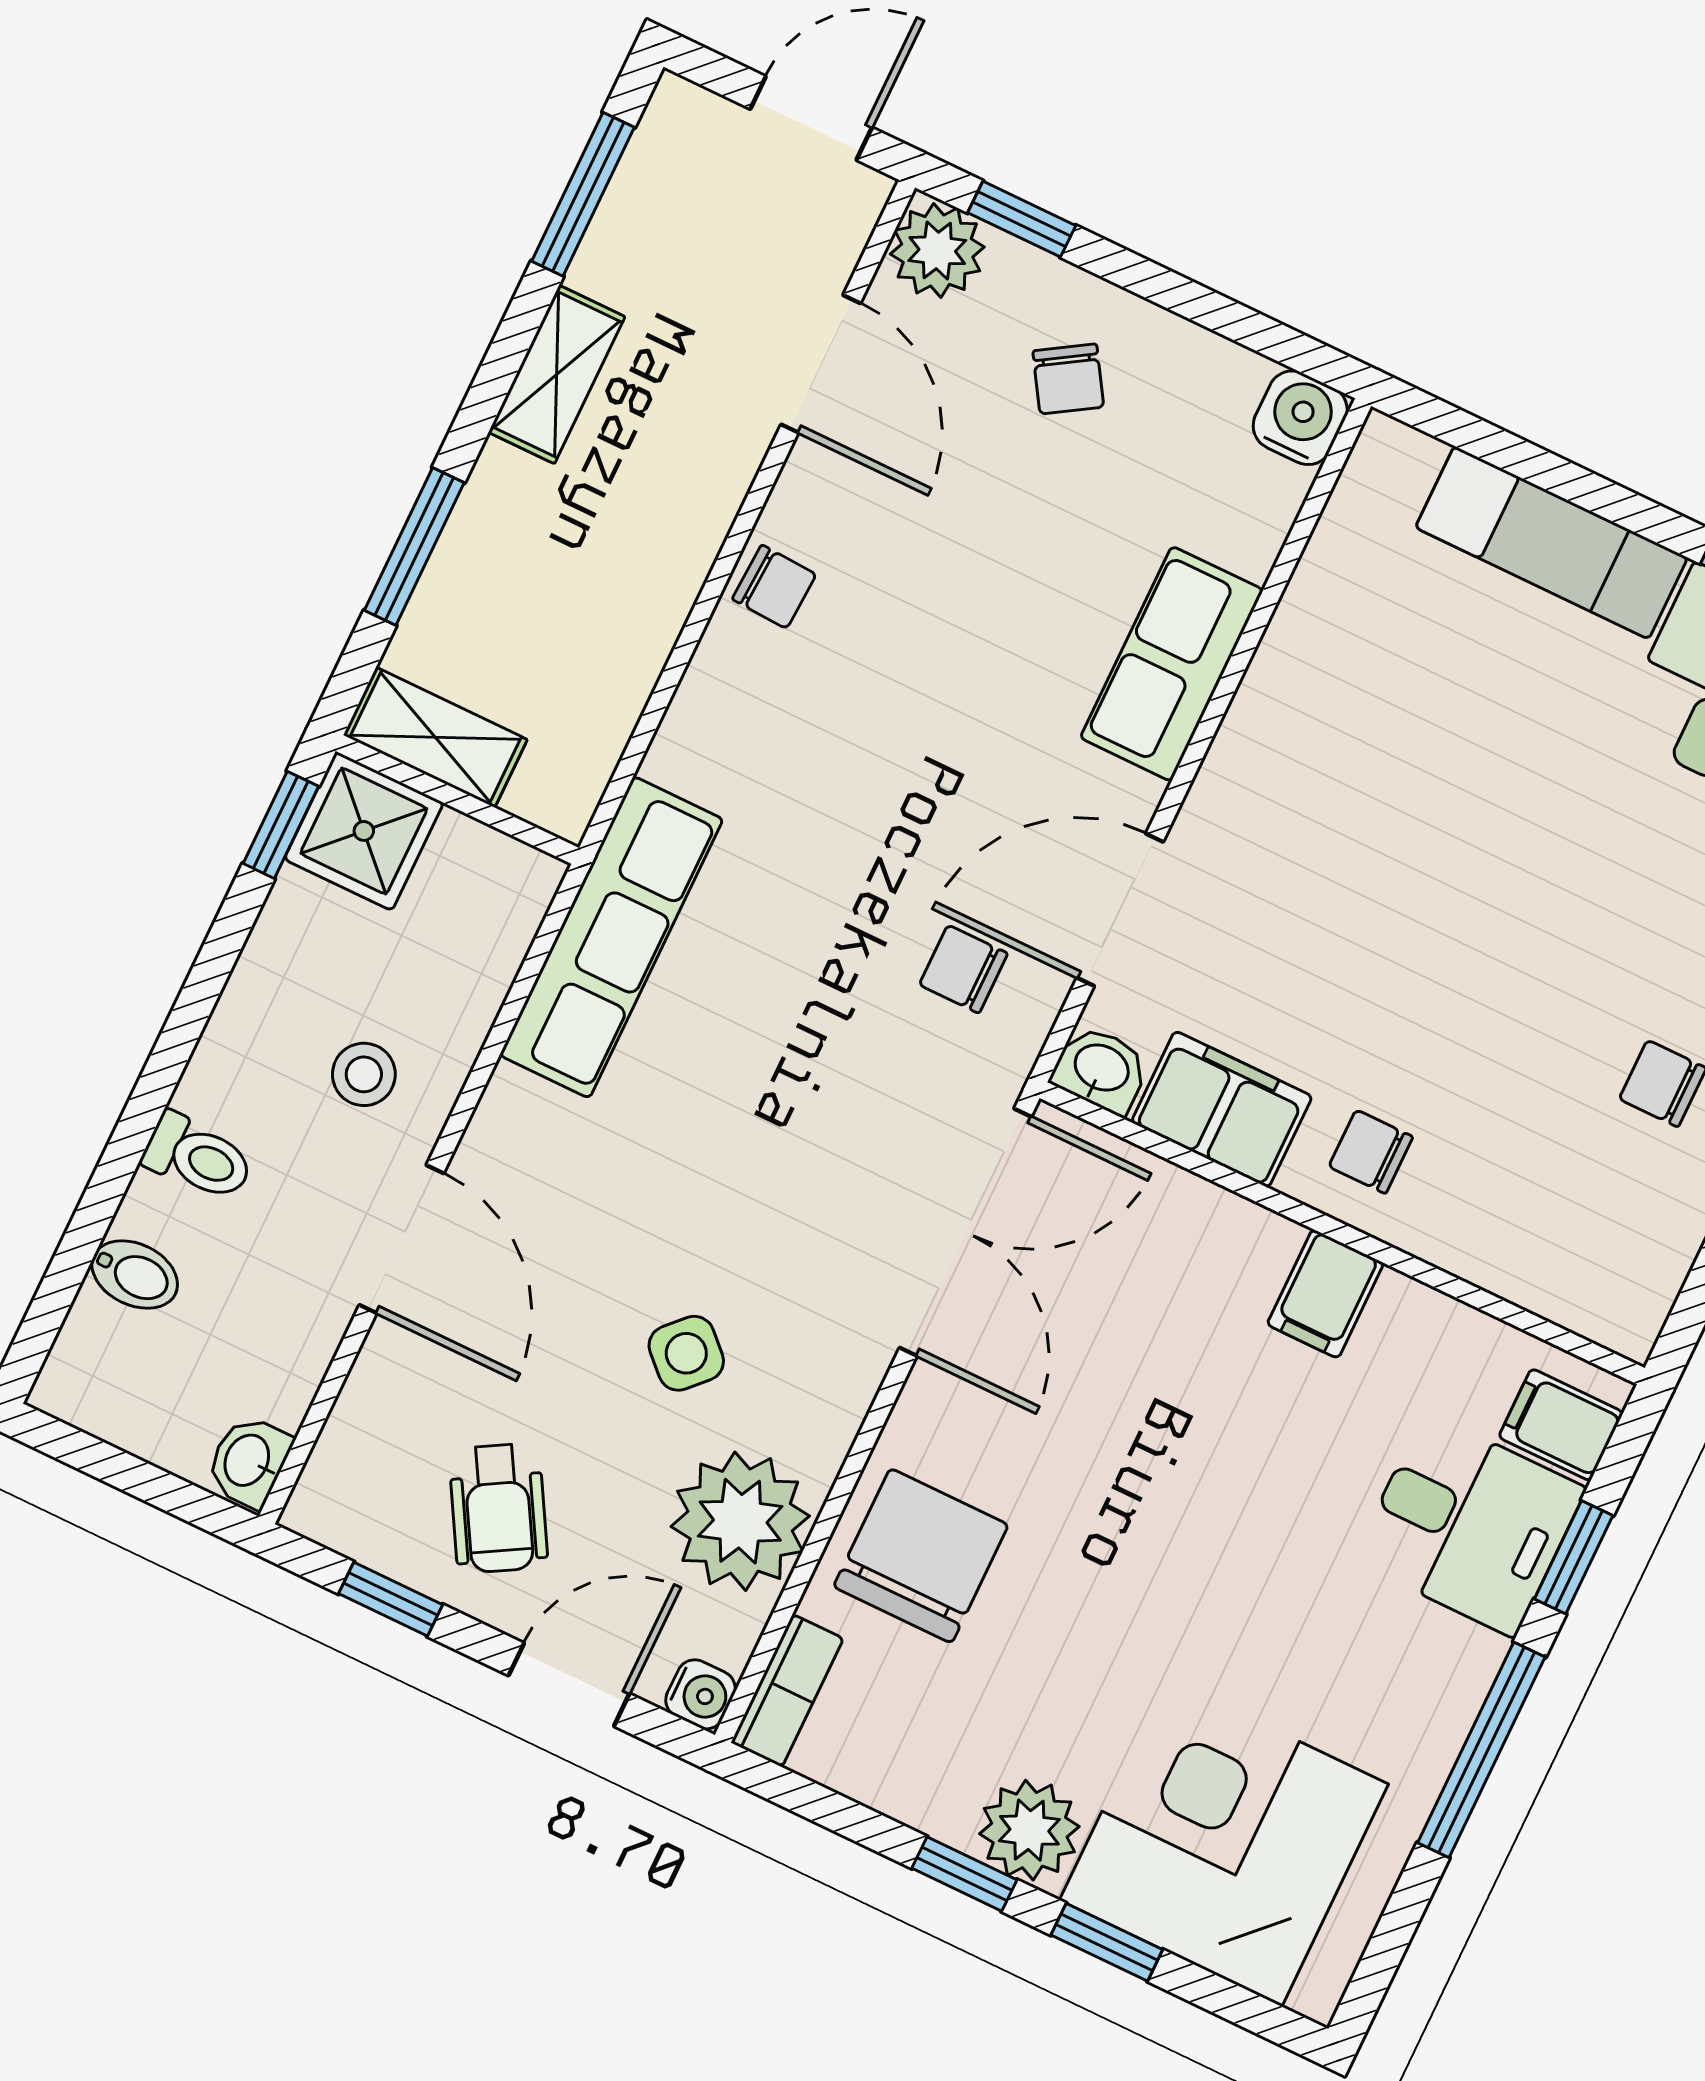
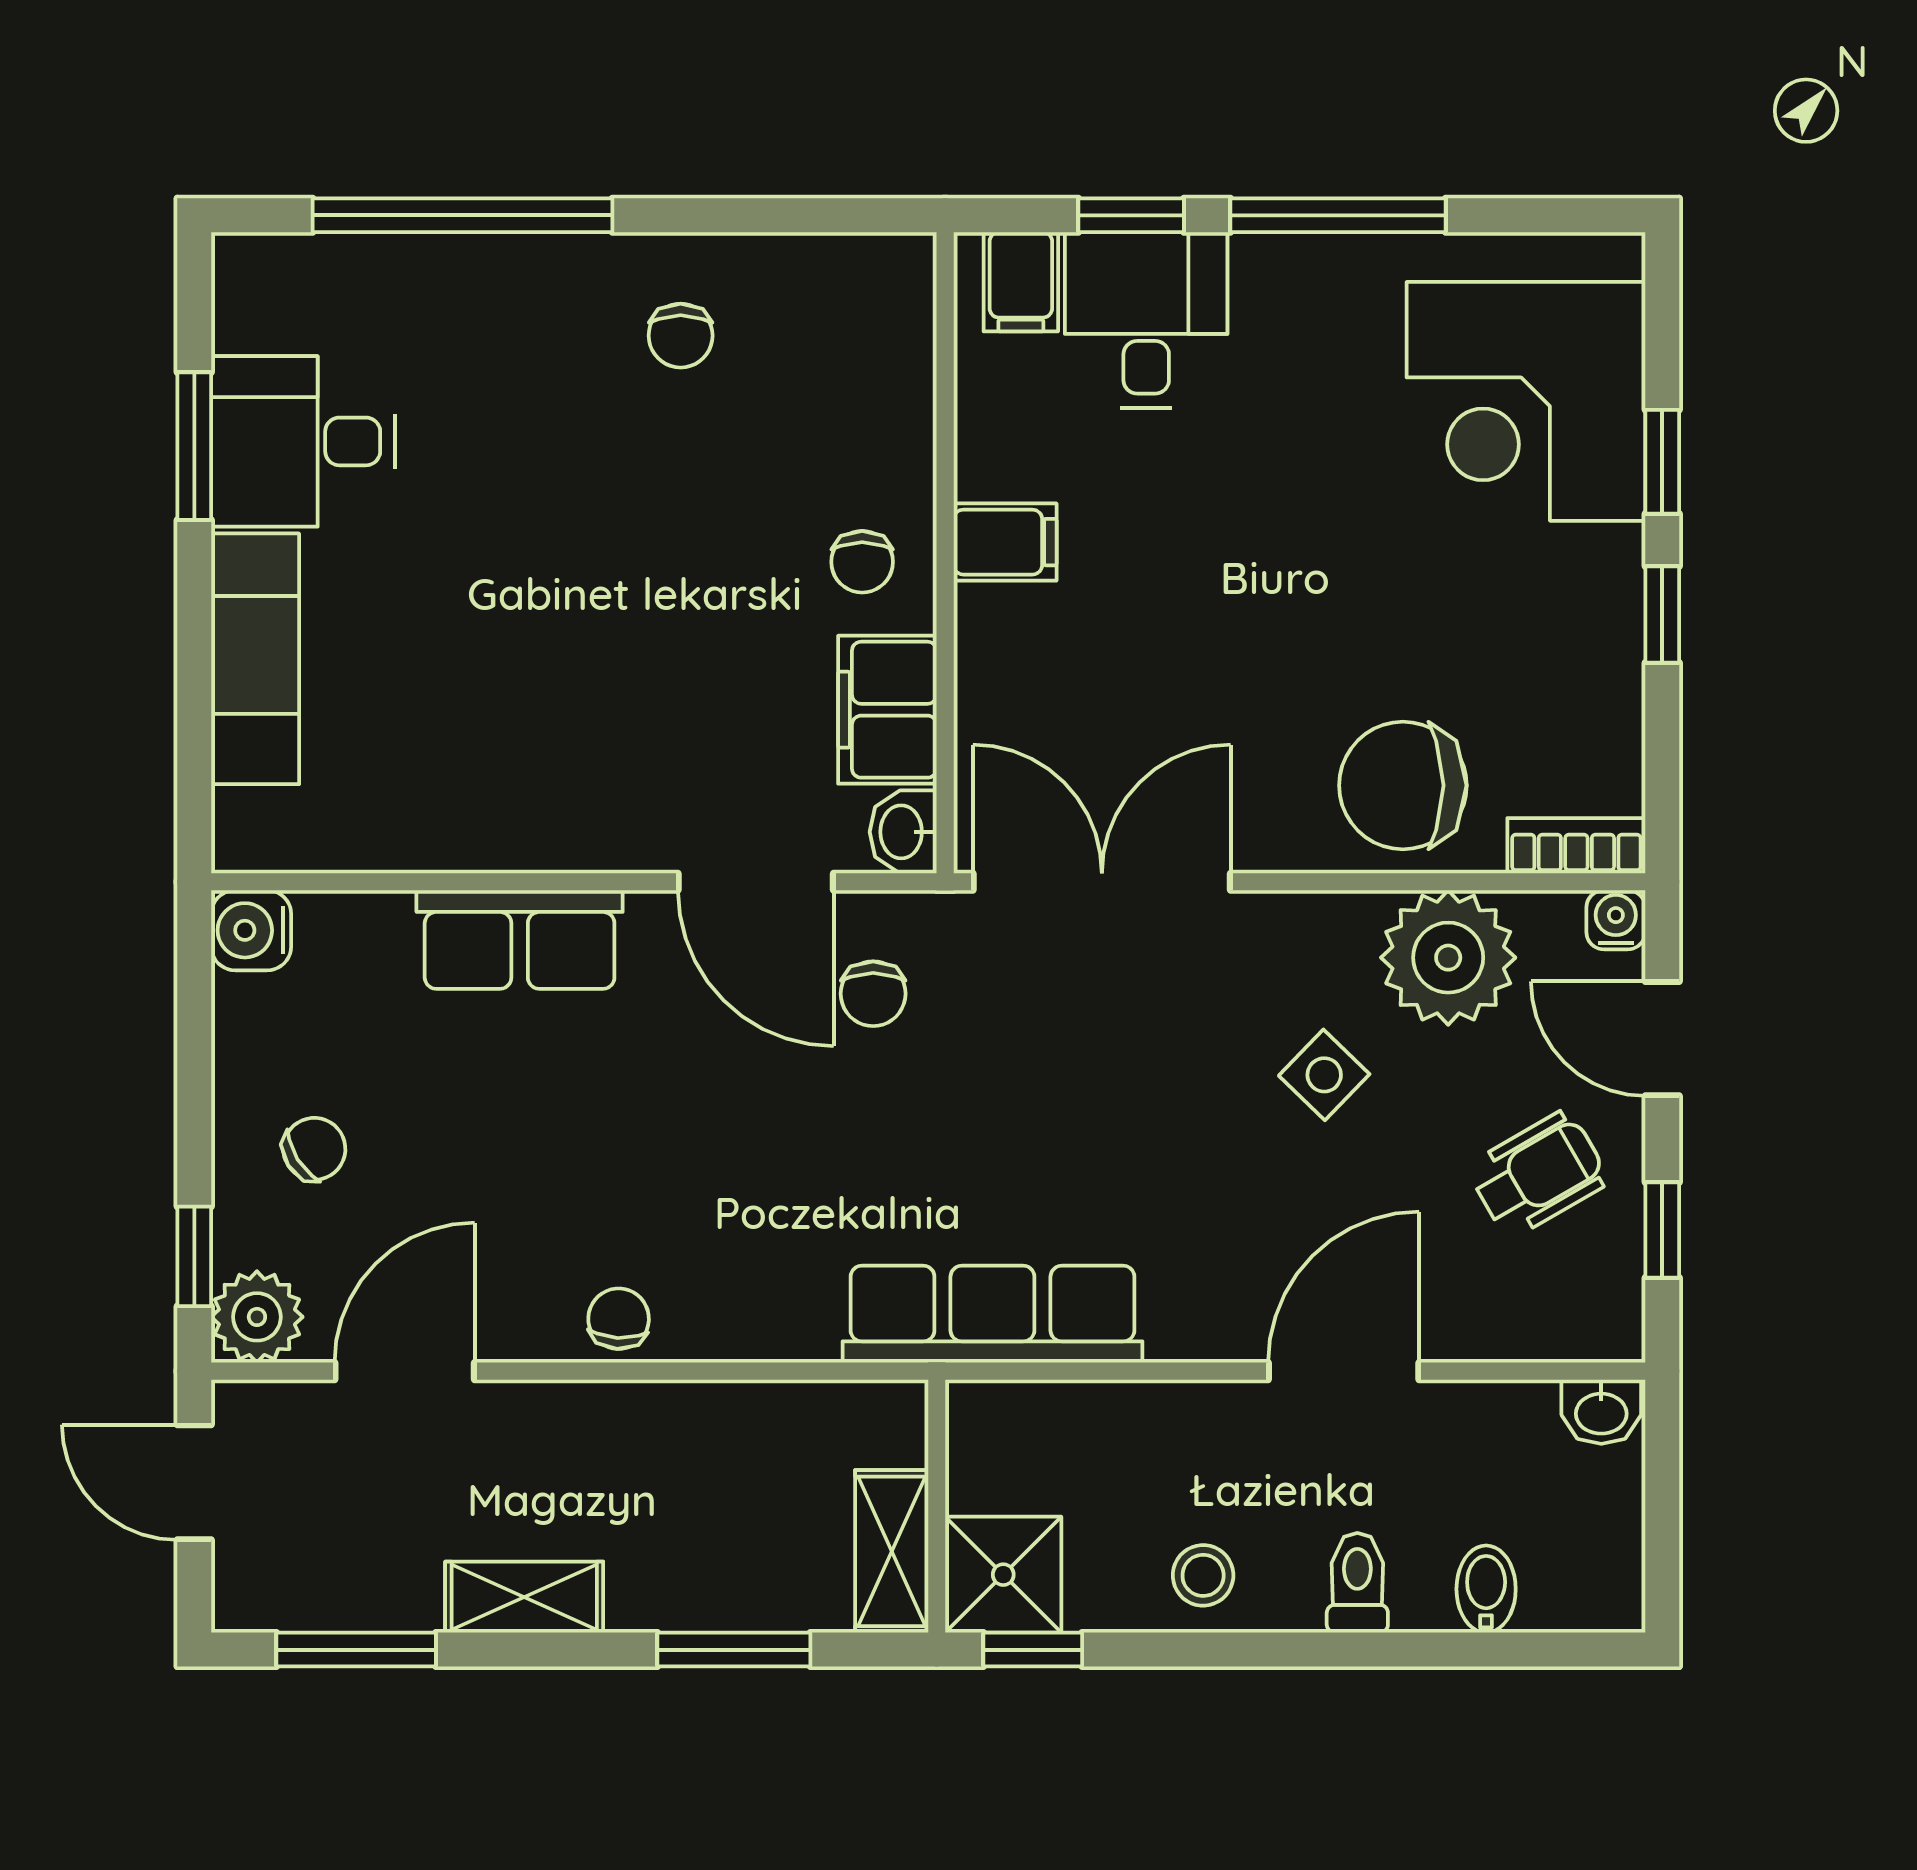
stool: (364, 1074) -> (1203, 1575), moved
plant: (1029, 1830) -> (1597, 576), removed

